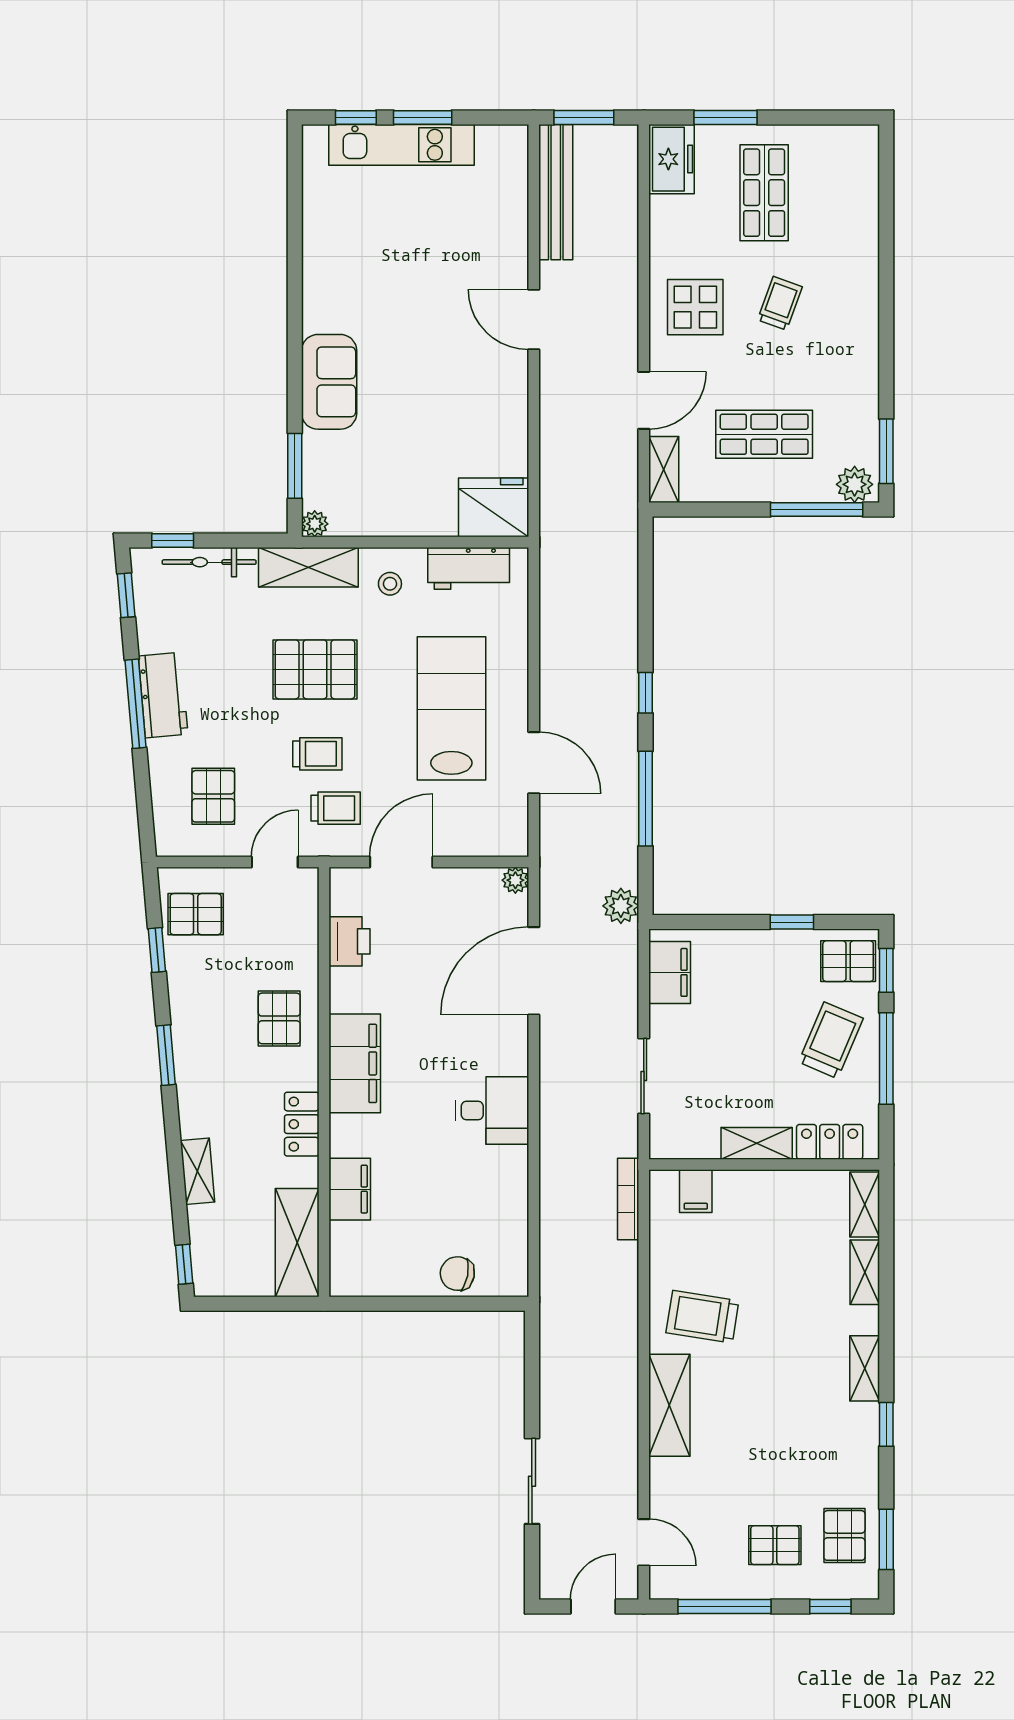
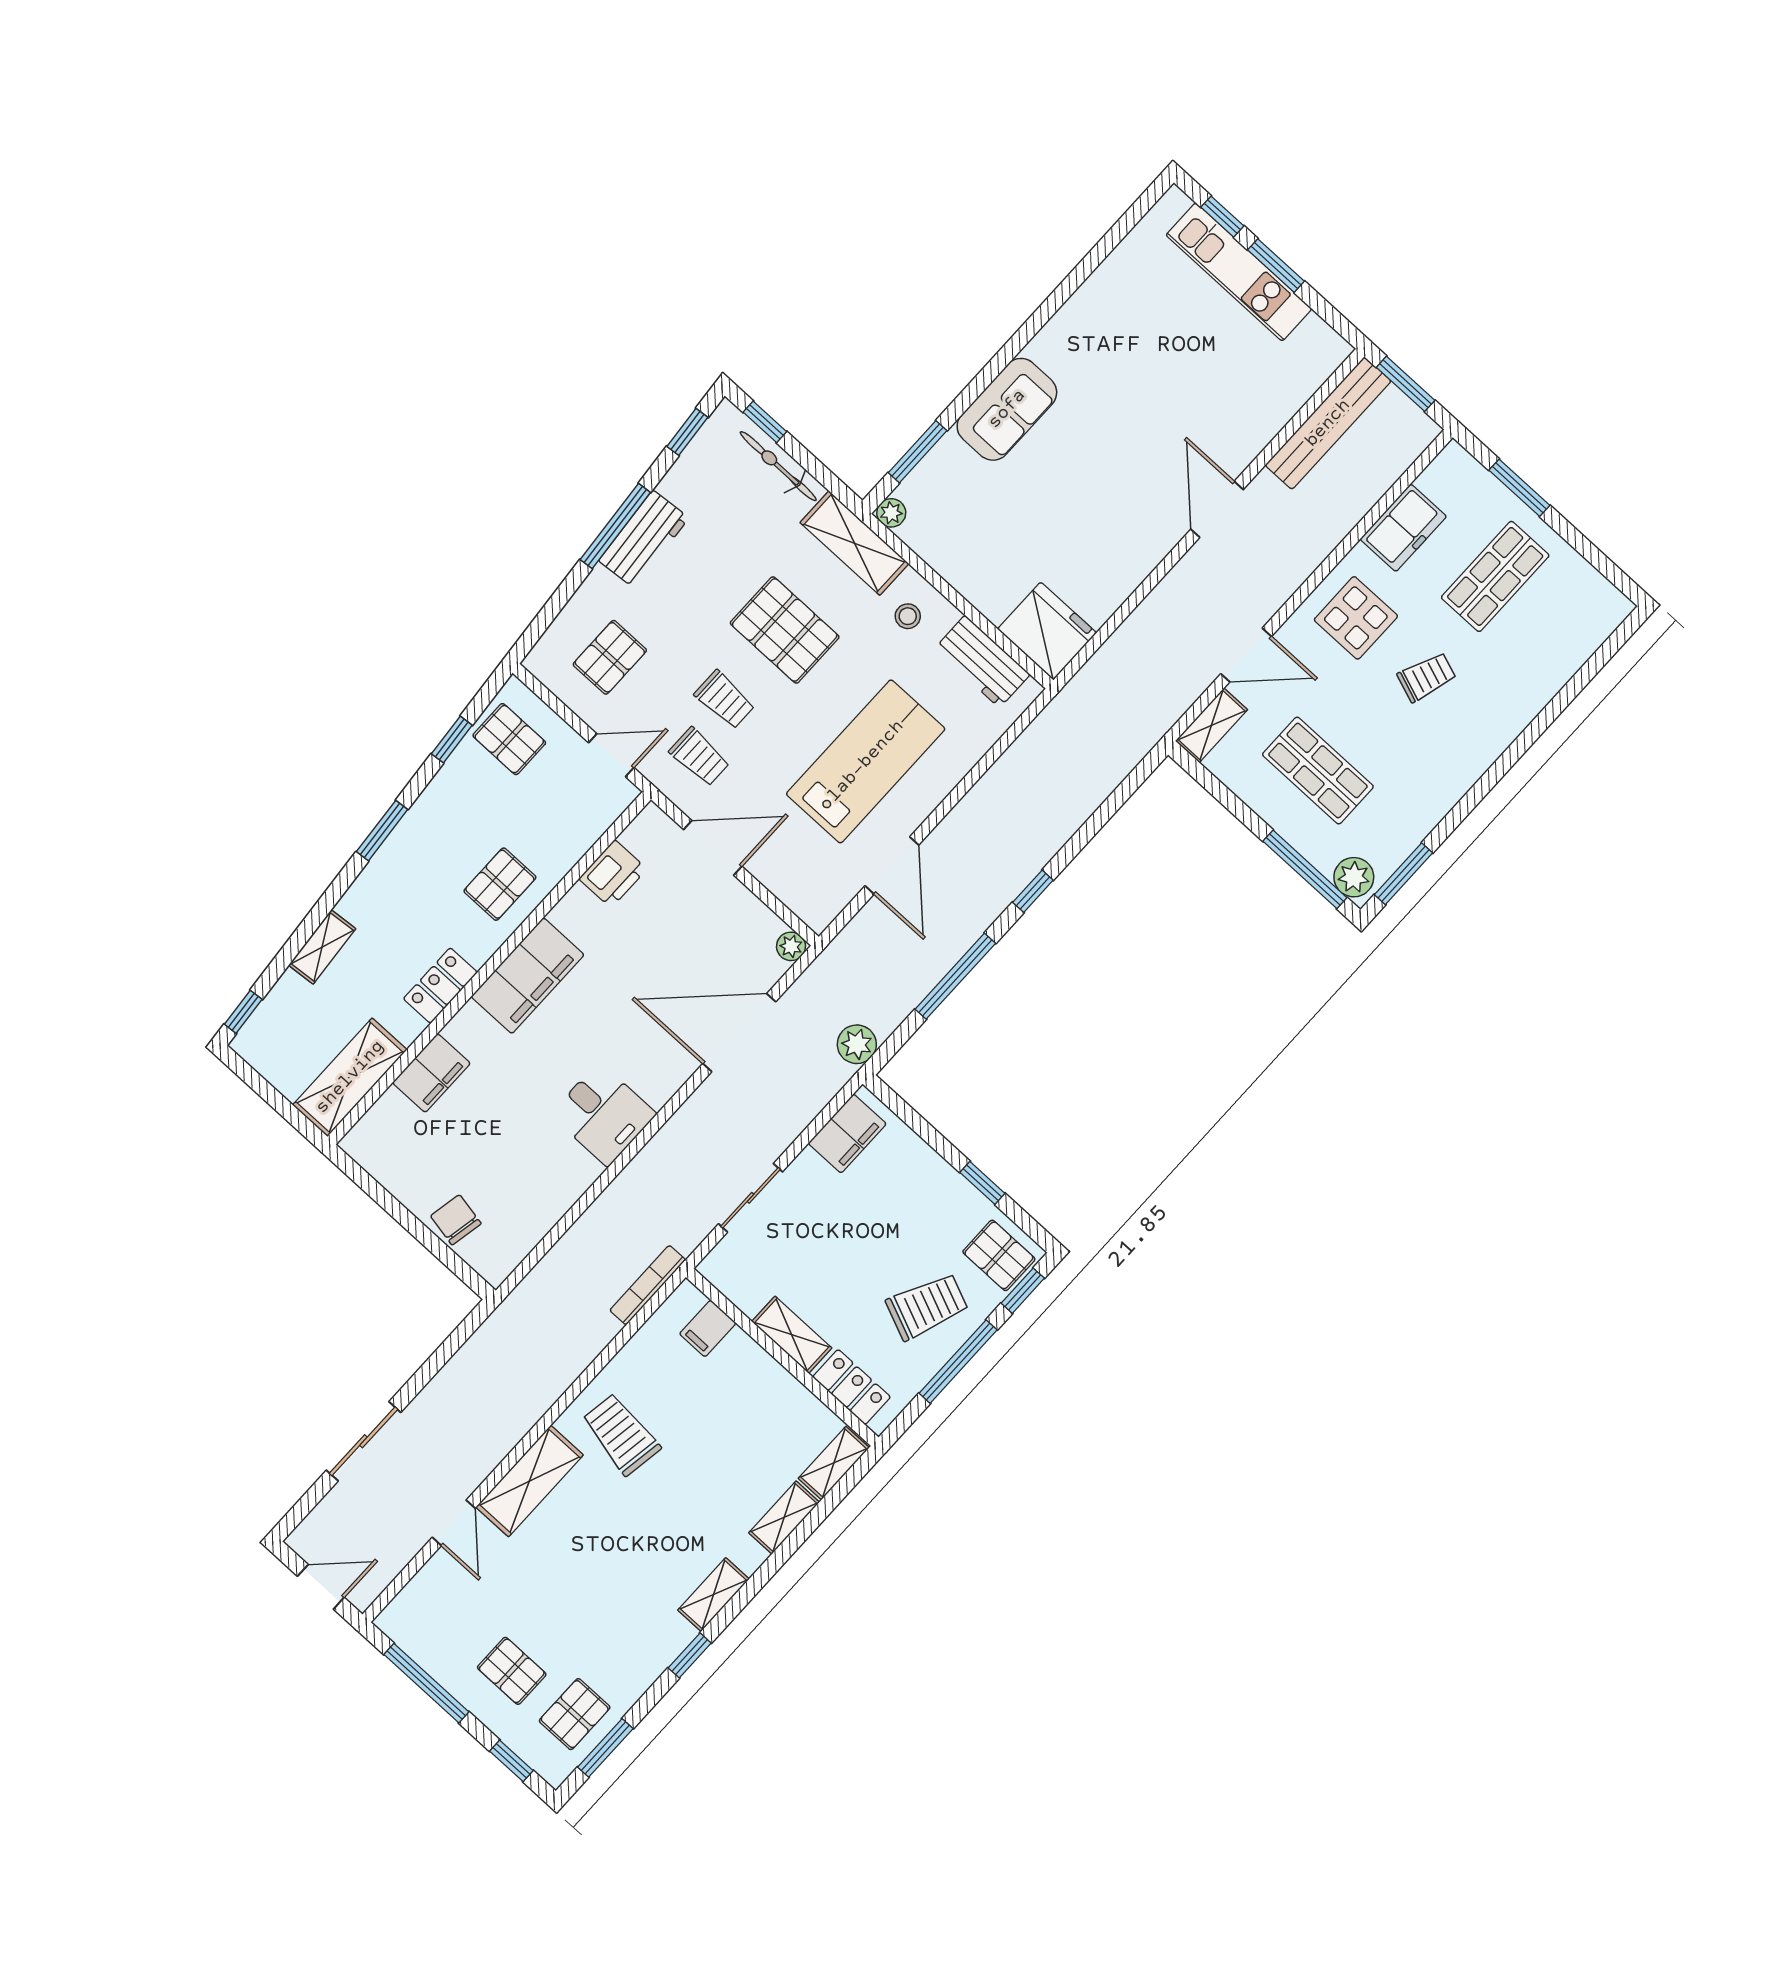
freezer: (672, 159) -> (1403, 528), moved
door: (644, 1542) -> (454, 1523), moved

